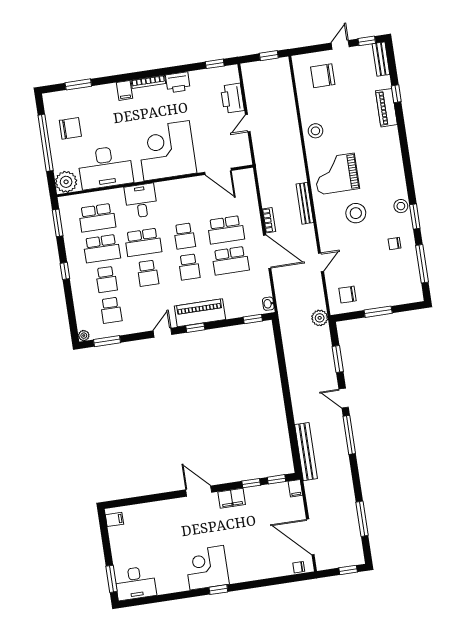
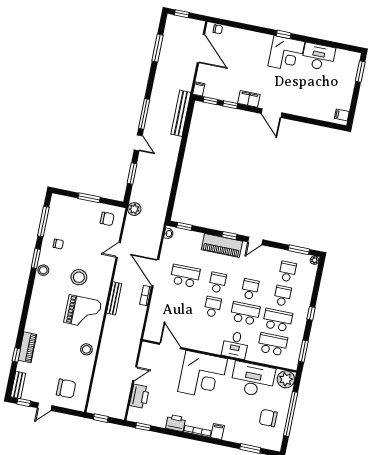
school desk: (226, 230) -> (180, 300), removed
desk: (135, 583) -> (318, 57), moved

